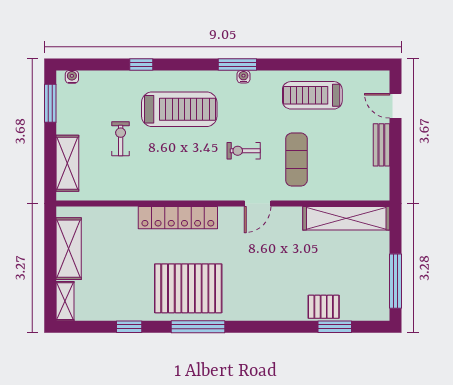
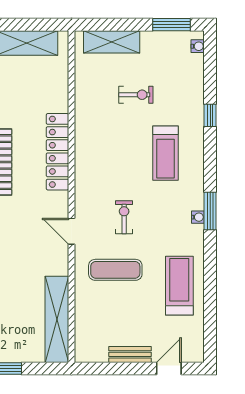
treadmill: (179, 109) -> (165, 153), width x0.73, depth x0.73

